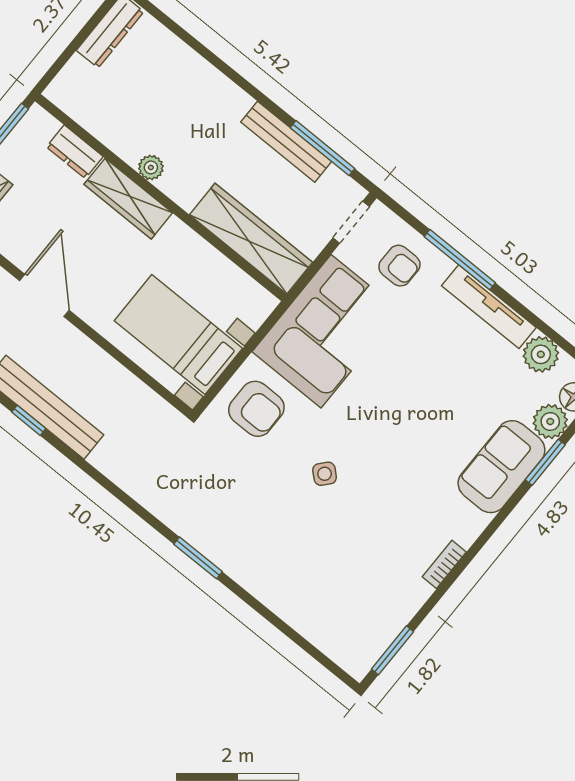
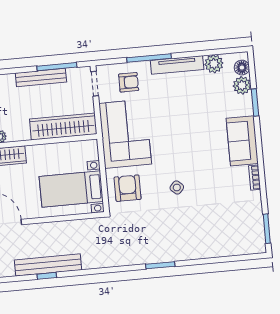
armchair: (256, 409) -> (128, 188), turned -90
sofa: (501, 467) -> (242, 141), moved

